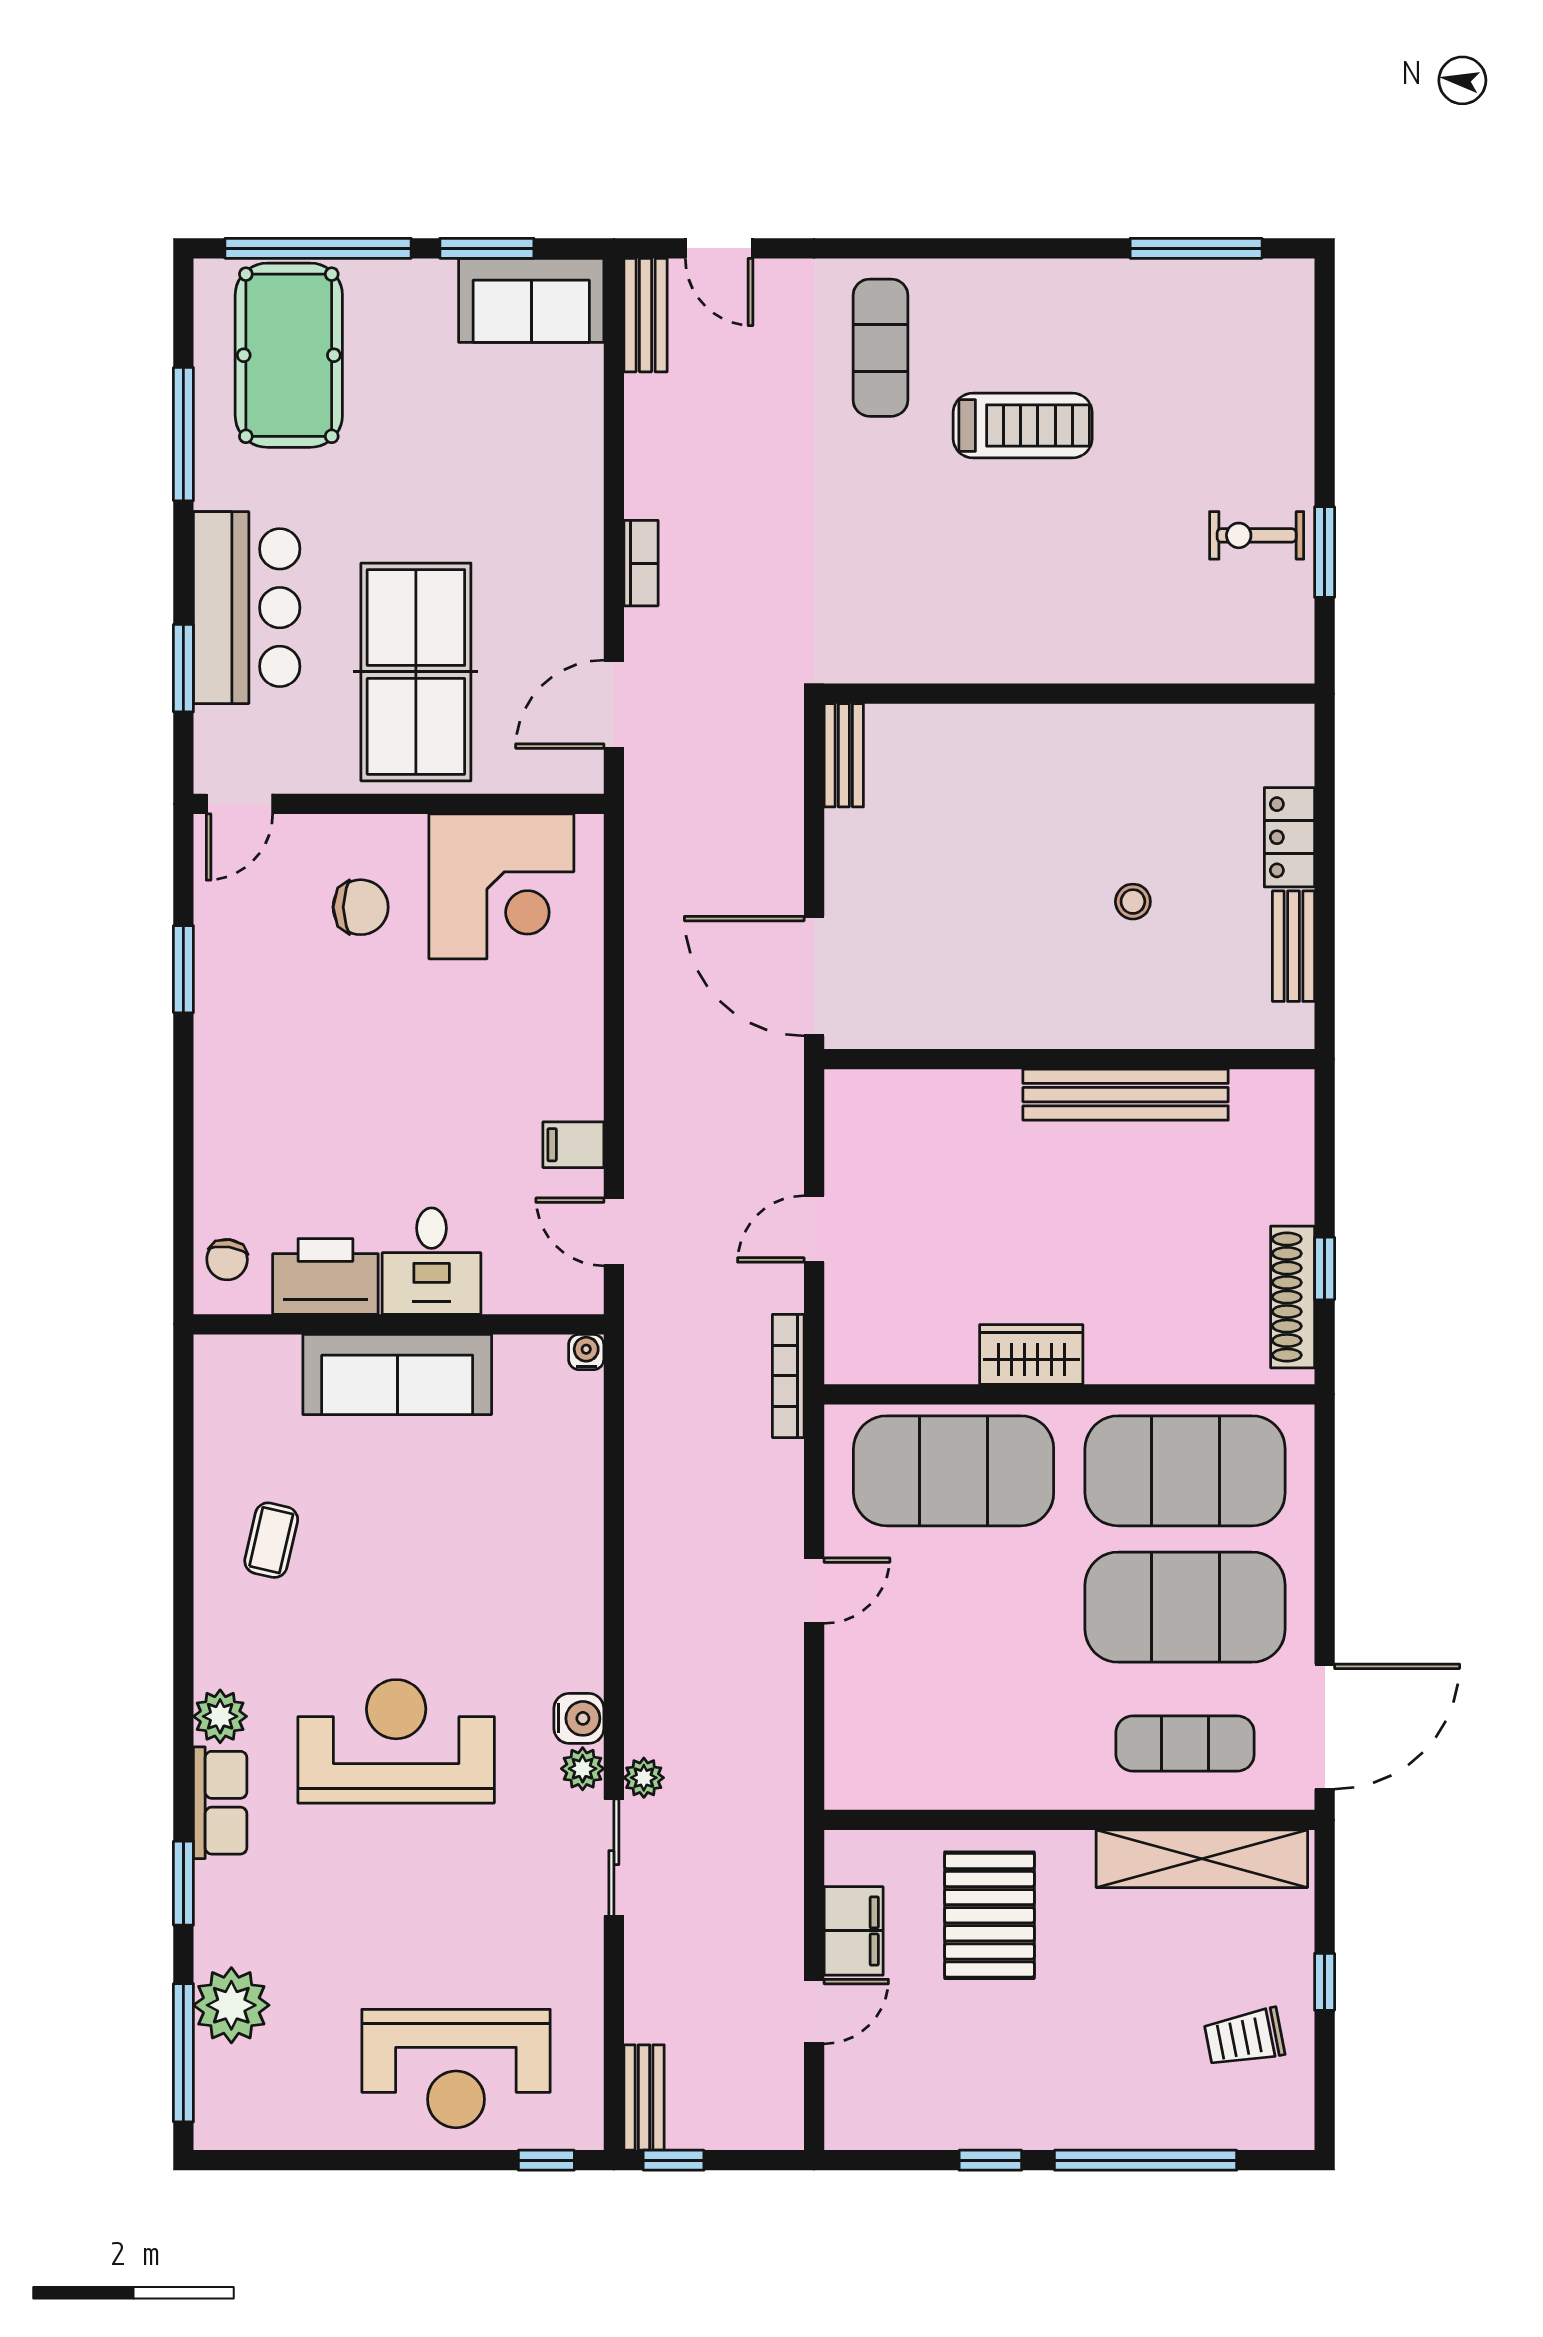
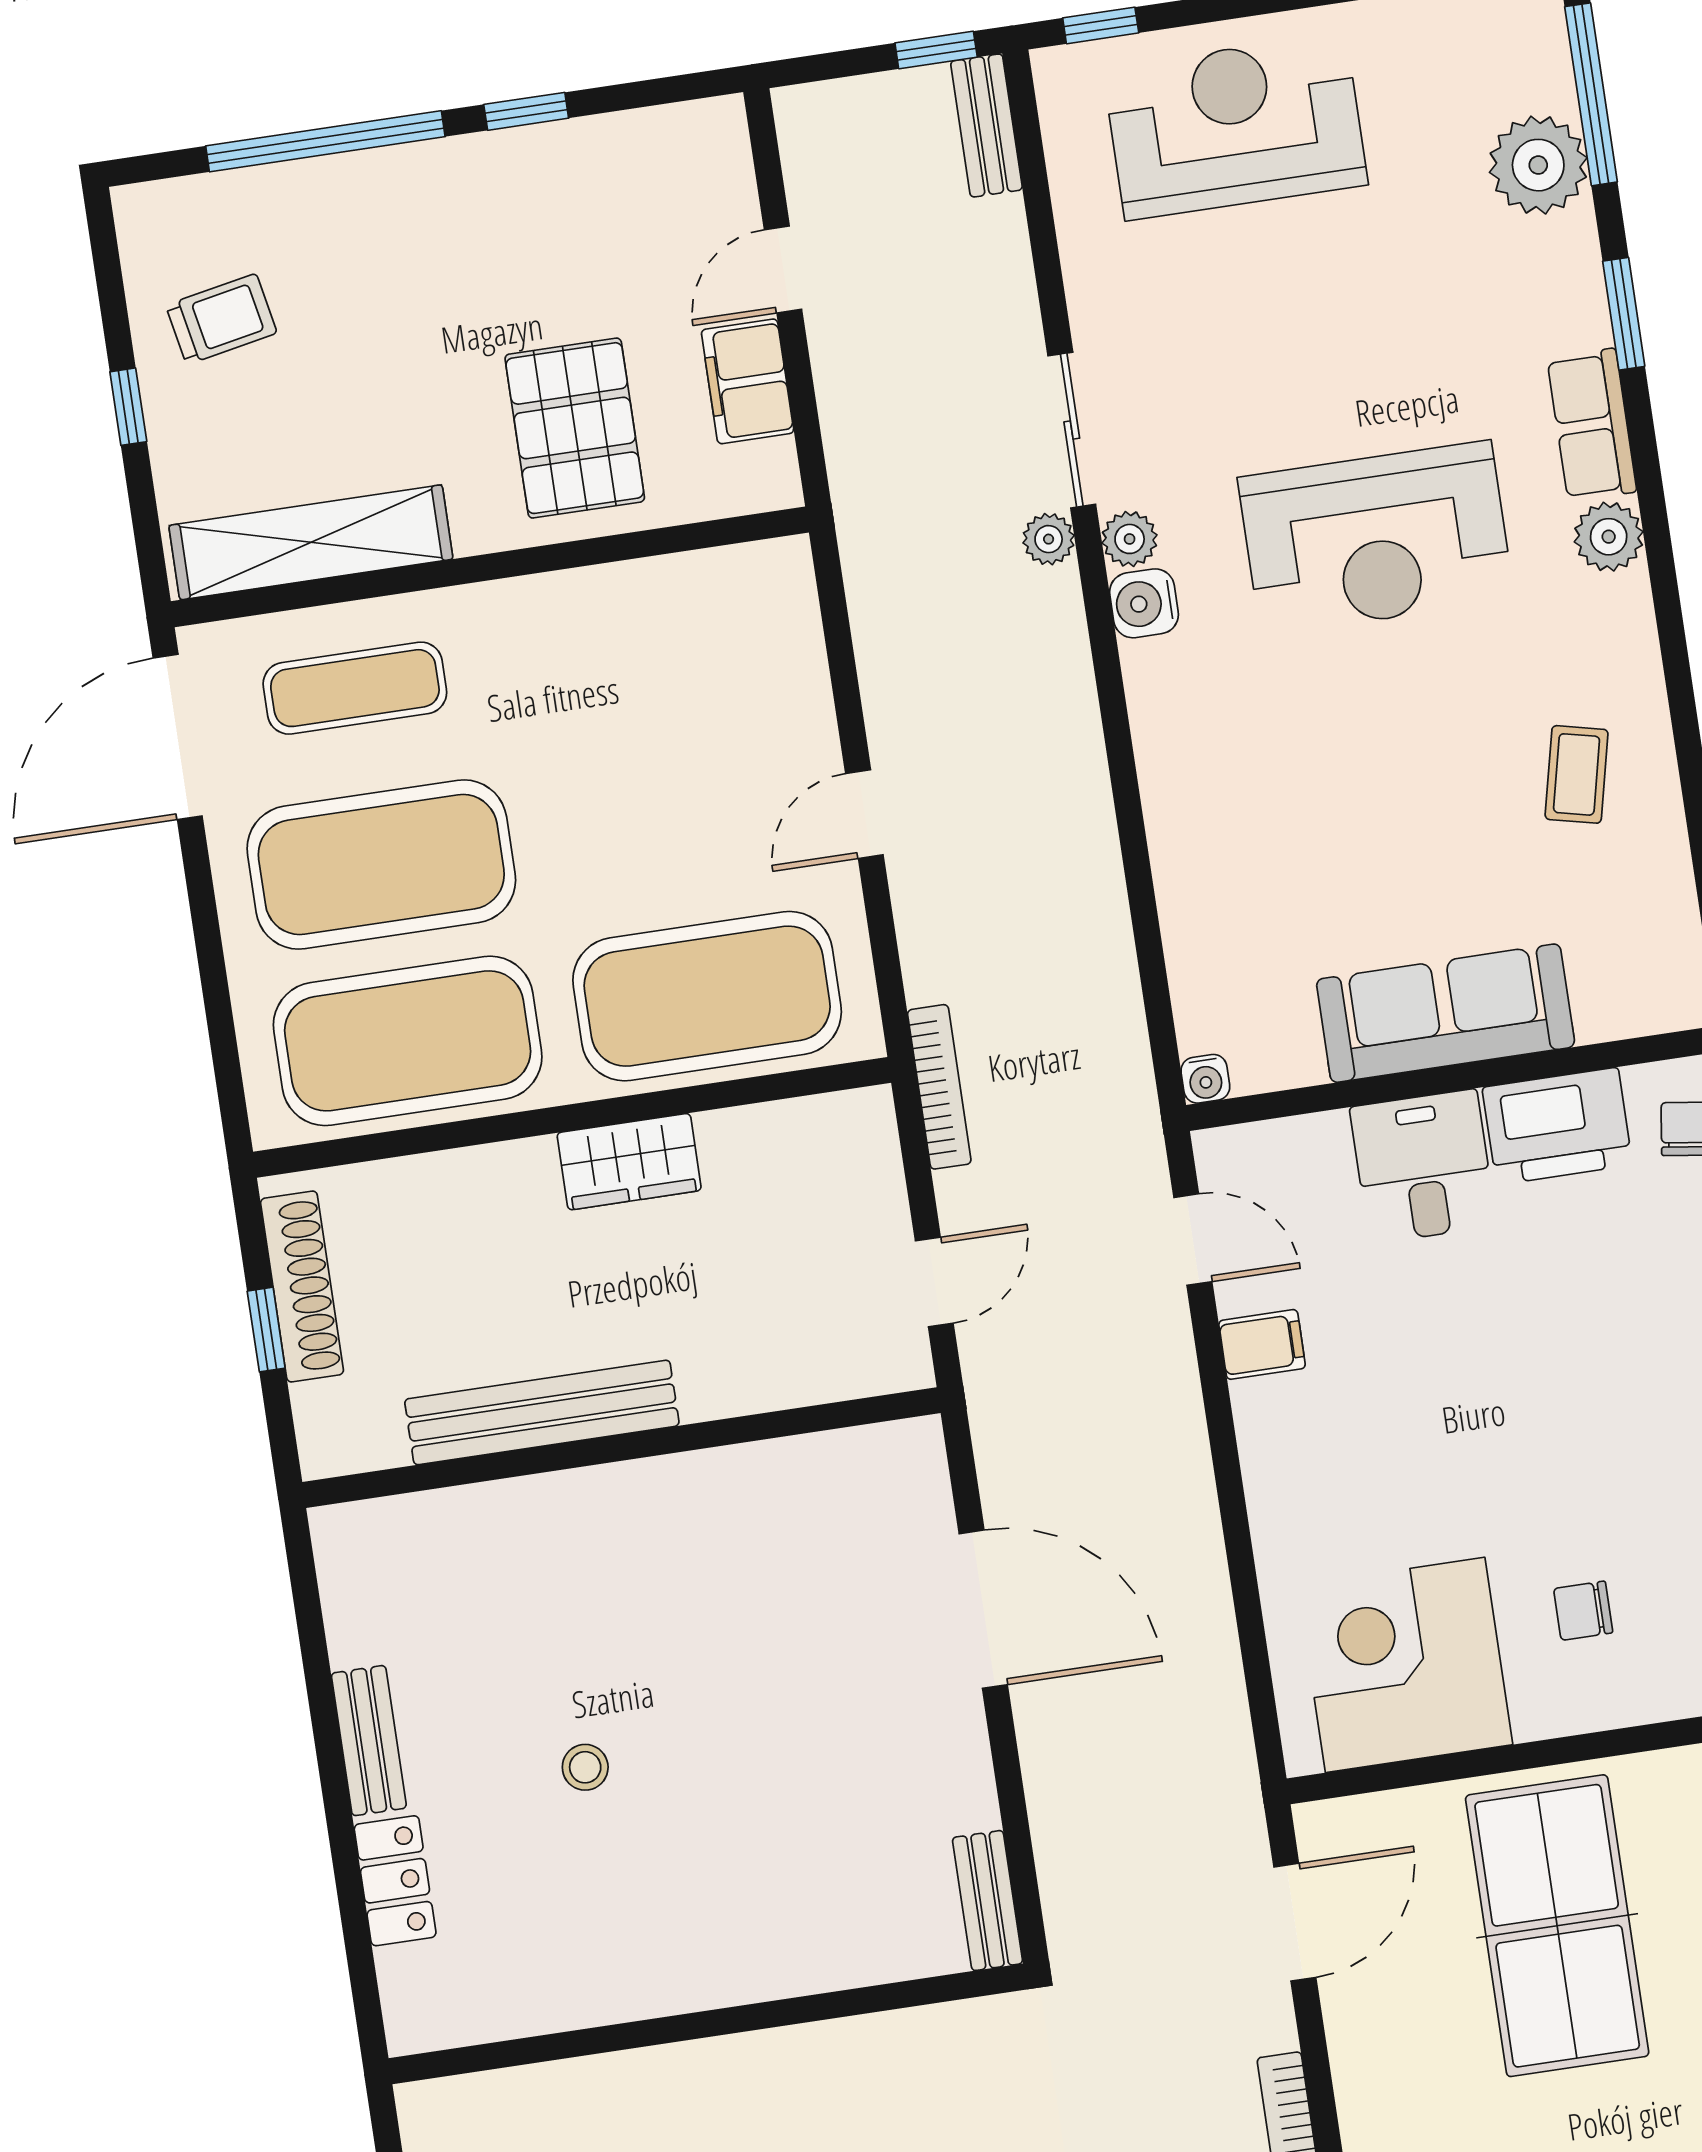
chair: (361, 907) -> (1583, 1611), width x0.73, depth x0.73
wall: (1069, 1059) -> (621, 1448), moved
bench: (1126, 1095) -> (542, 1412), moved

